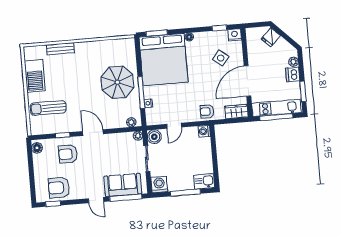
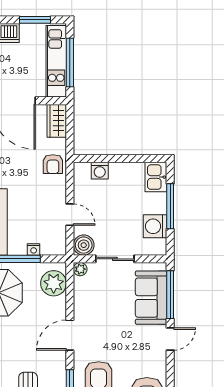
plant: (131, 122) -> (54, 283), width x1.88, depth x1.88
washing machine: (204, 131) -> (100, 171), moved
washing machine: (159, 185) -> (155, 226), moved

